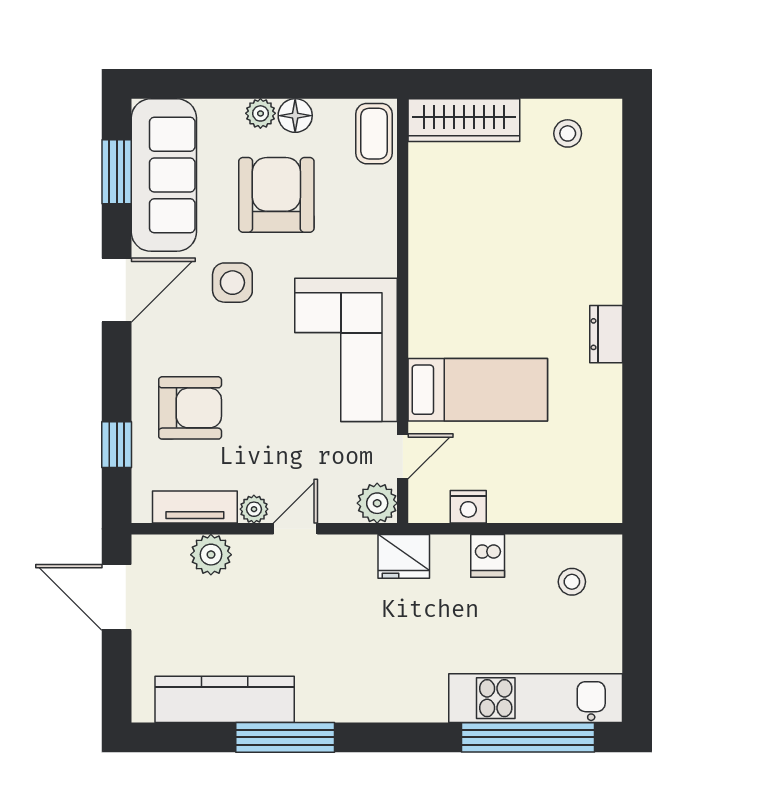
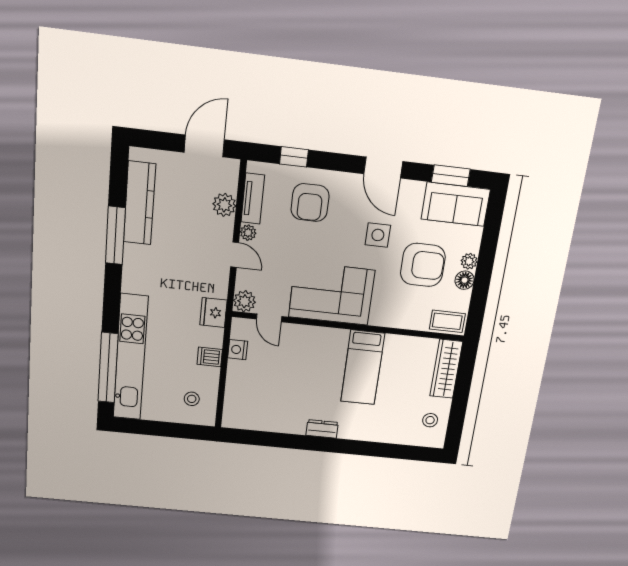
sofa: (164, 175) -> (456, 204), width x0.73
bed: (478, 390) -> (363, 367), moved
kitchen unit: (536, 698) -> (131, 358), width x1.36

